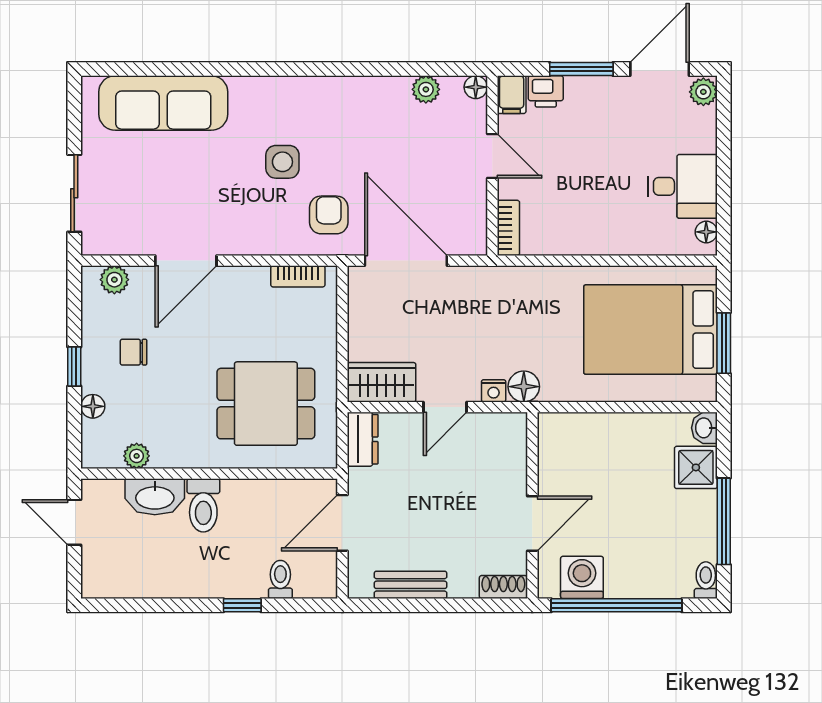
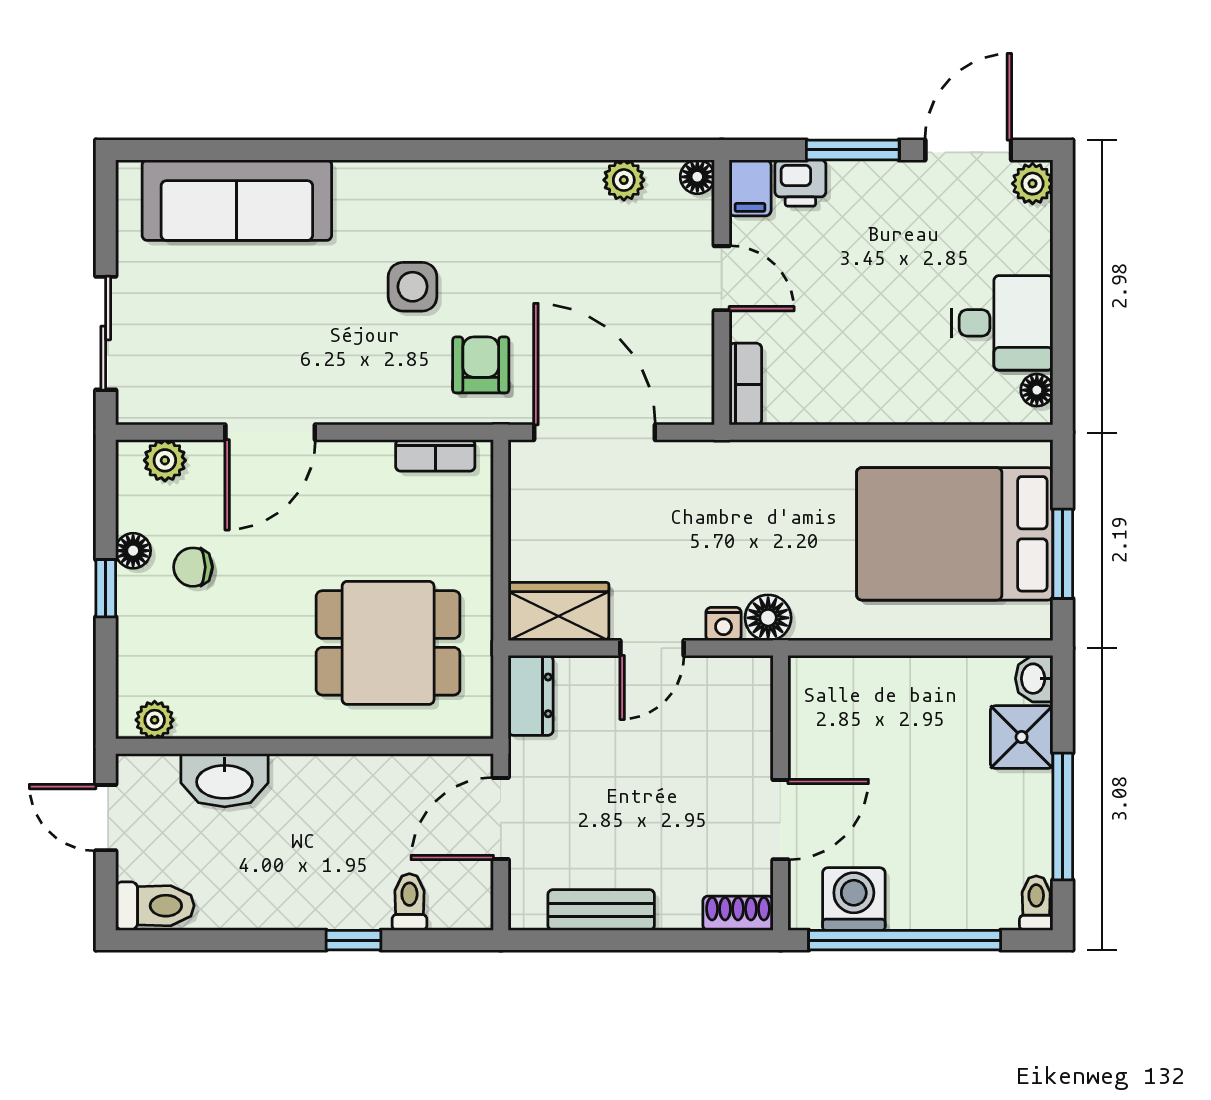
floor lamp: (93, 406) -> (133, 551), moved
plant: (137, 456) -> (155, 720), moved
toilet: (203, 505) -> (155, 906), moved, turned -90

